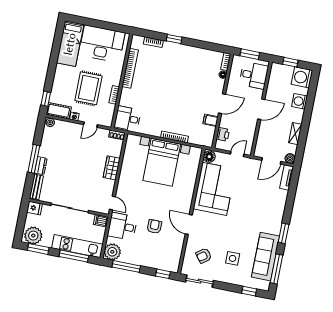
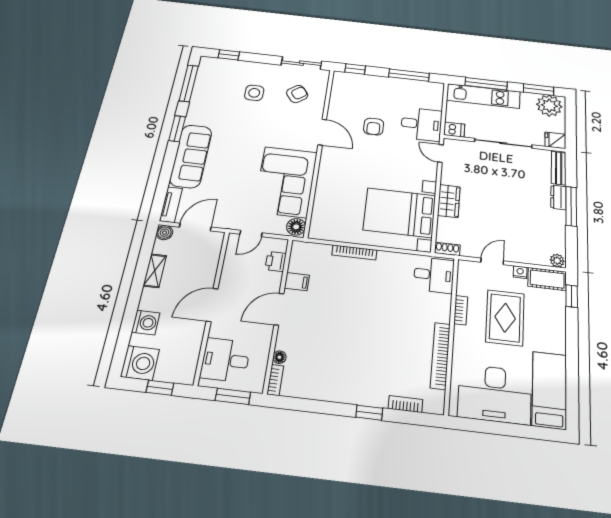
bed with nightstands: (162, 162) -> (400, 213), moved, turned -90
plant: (112, 252) -> (432, 92), removed
sofa: (266, 257) -> (191, 156), moved

